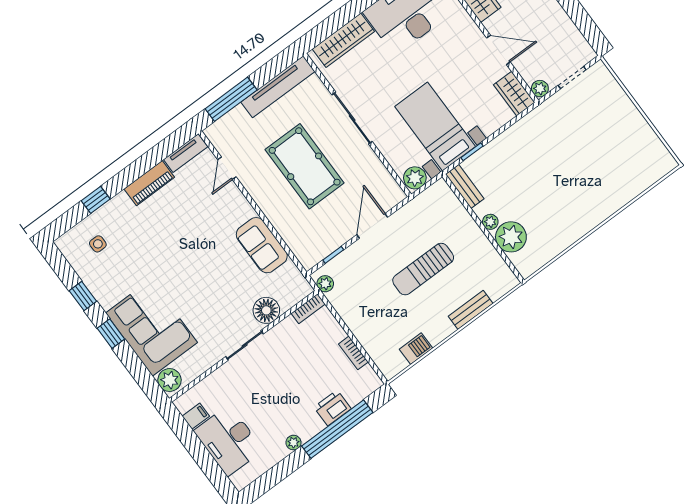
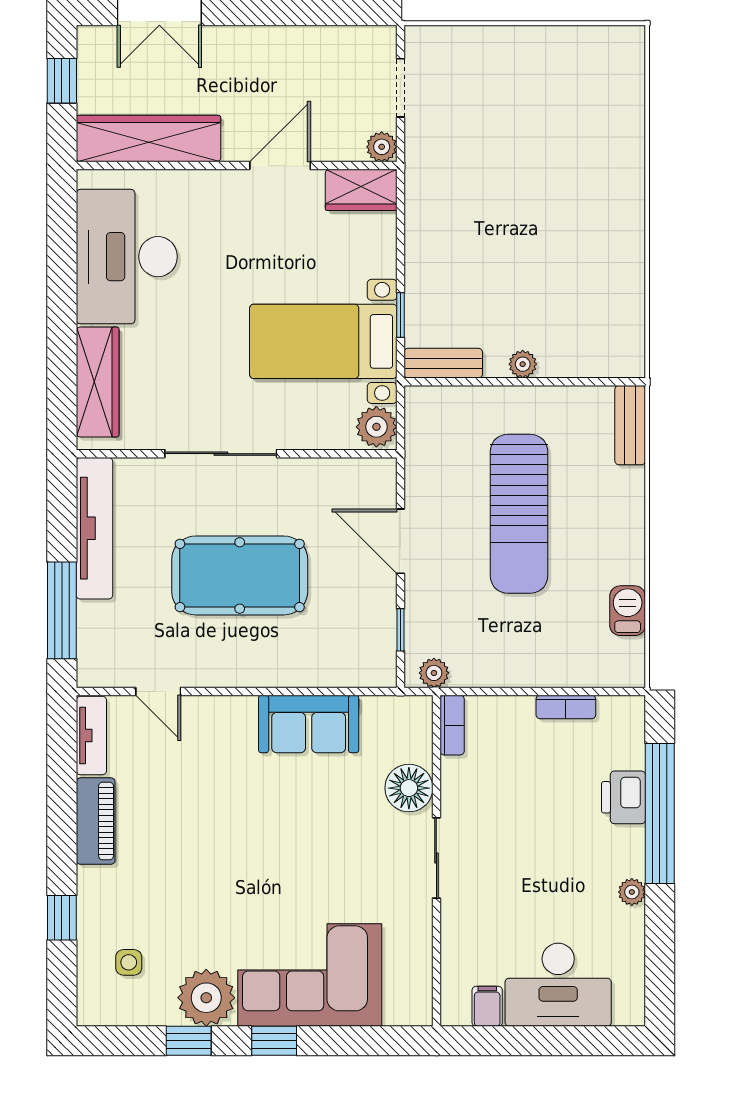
plant: (511, 237) -> (567, 350), removed
sun lounger: (423, 269) -> (519, 514), width x1.36, depth x1.34
bench: (471, 310) -> (630, 425), moved
plant: (170, 380) -> (206, 998), moved, width x1.36, depth x1.36

